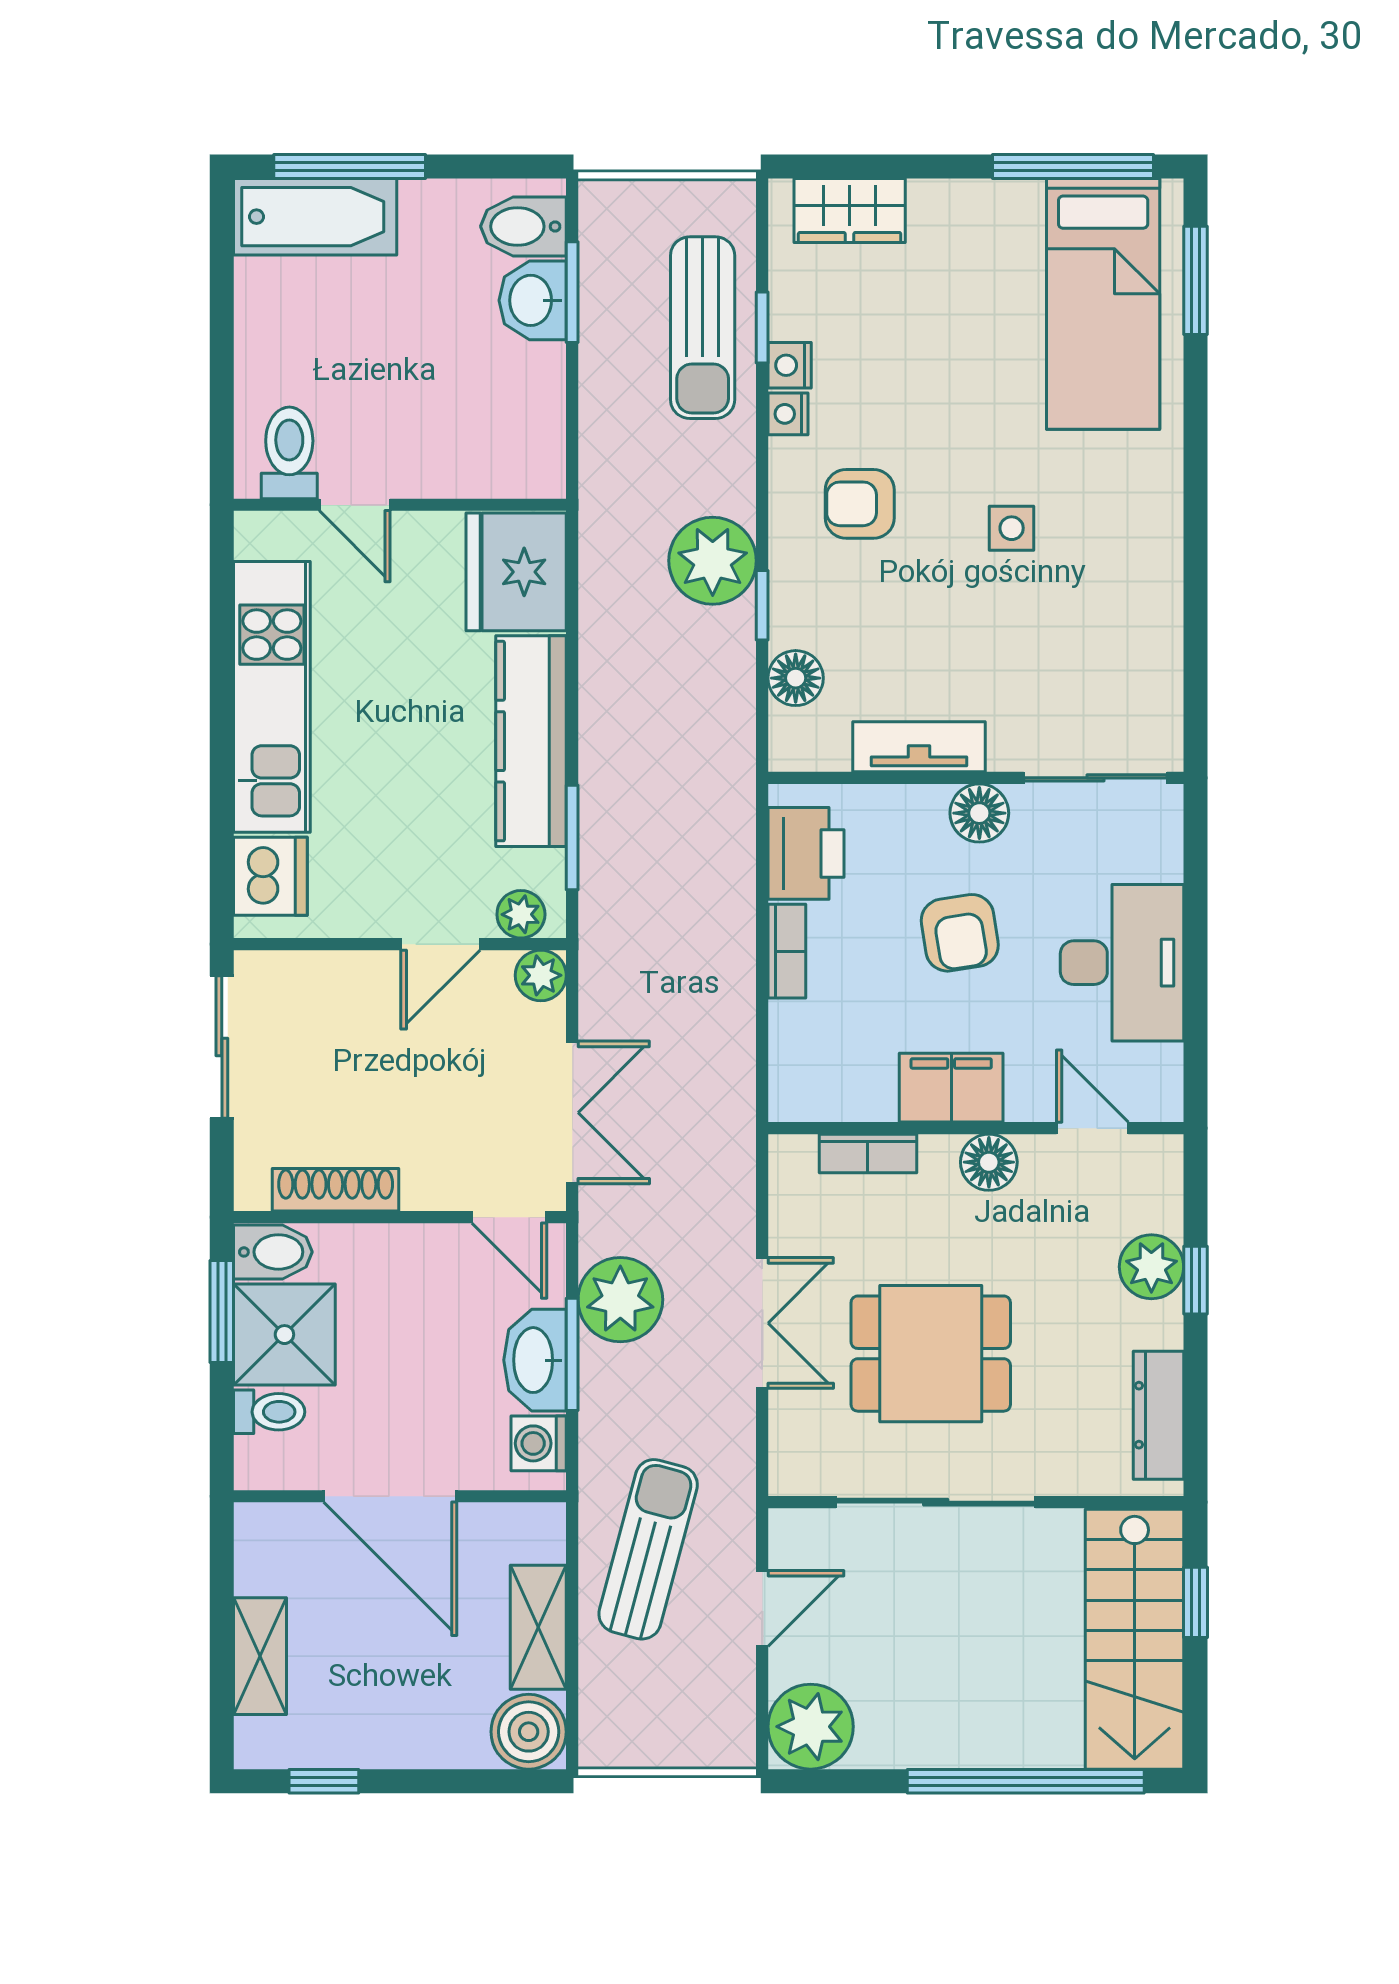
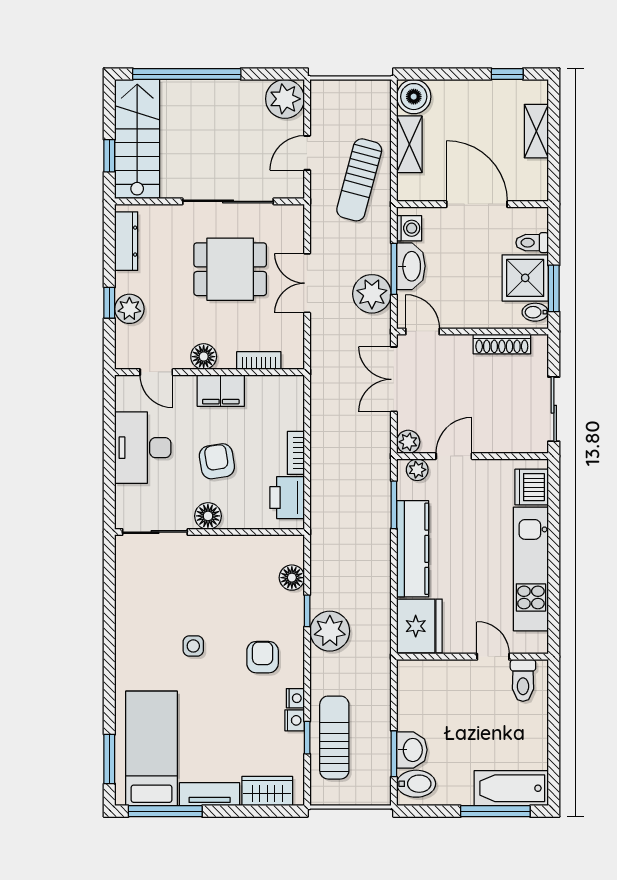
armchair: (860, 504) -> (263, 657), turned -90
tv unit: (919, 747) -> (210, 794), moved, turned 180
bidet: (273, 1252) -> (535, 312), width x0.72, depth x0.74

